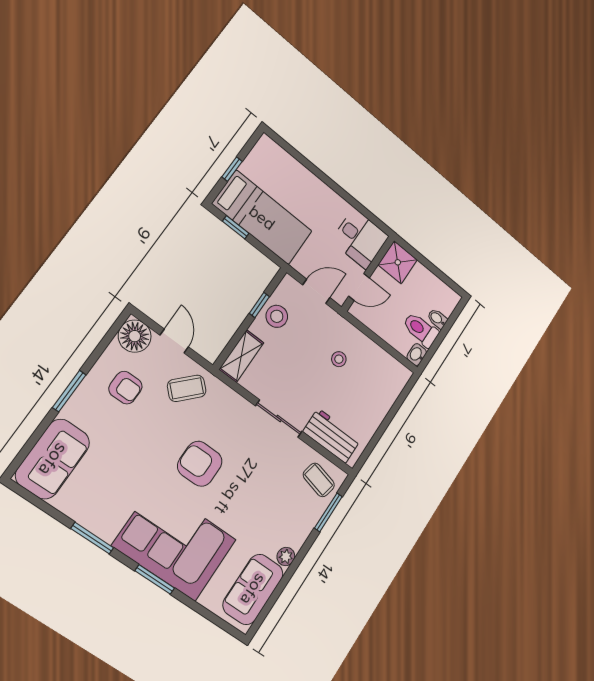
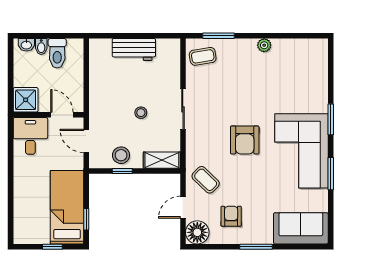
washbasin: (417, 355) -> (26, 45), moved
stool: (339, 359) -> (141, 113), moved
workbench: (332, 436) -> (134, 49), moved, turned -90
coffee table: (319, 480) -> (203, 56), turned 68
corner sofa: (175, 543) -> (301, 151), moved
sofa: (253, 589) -> (298, 53), removed

